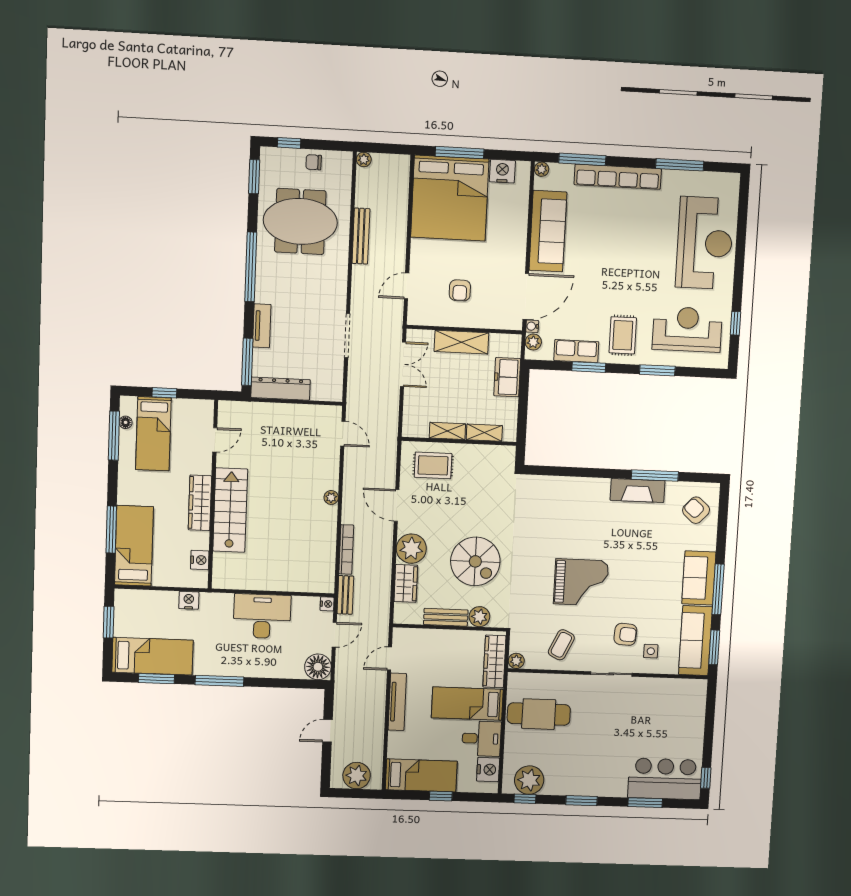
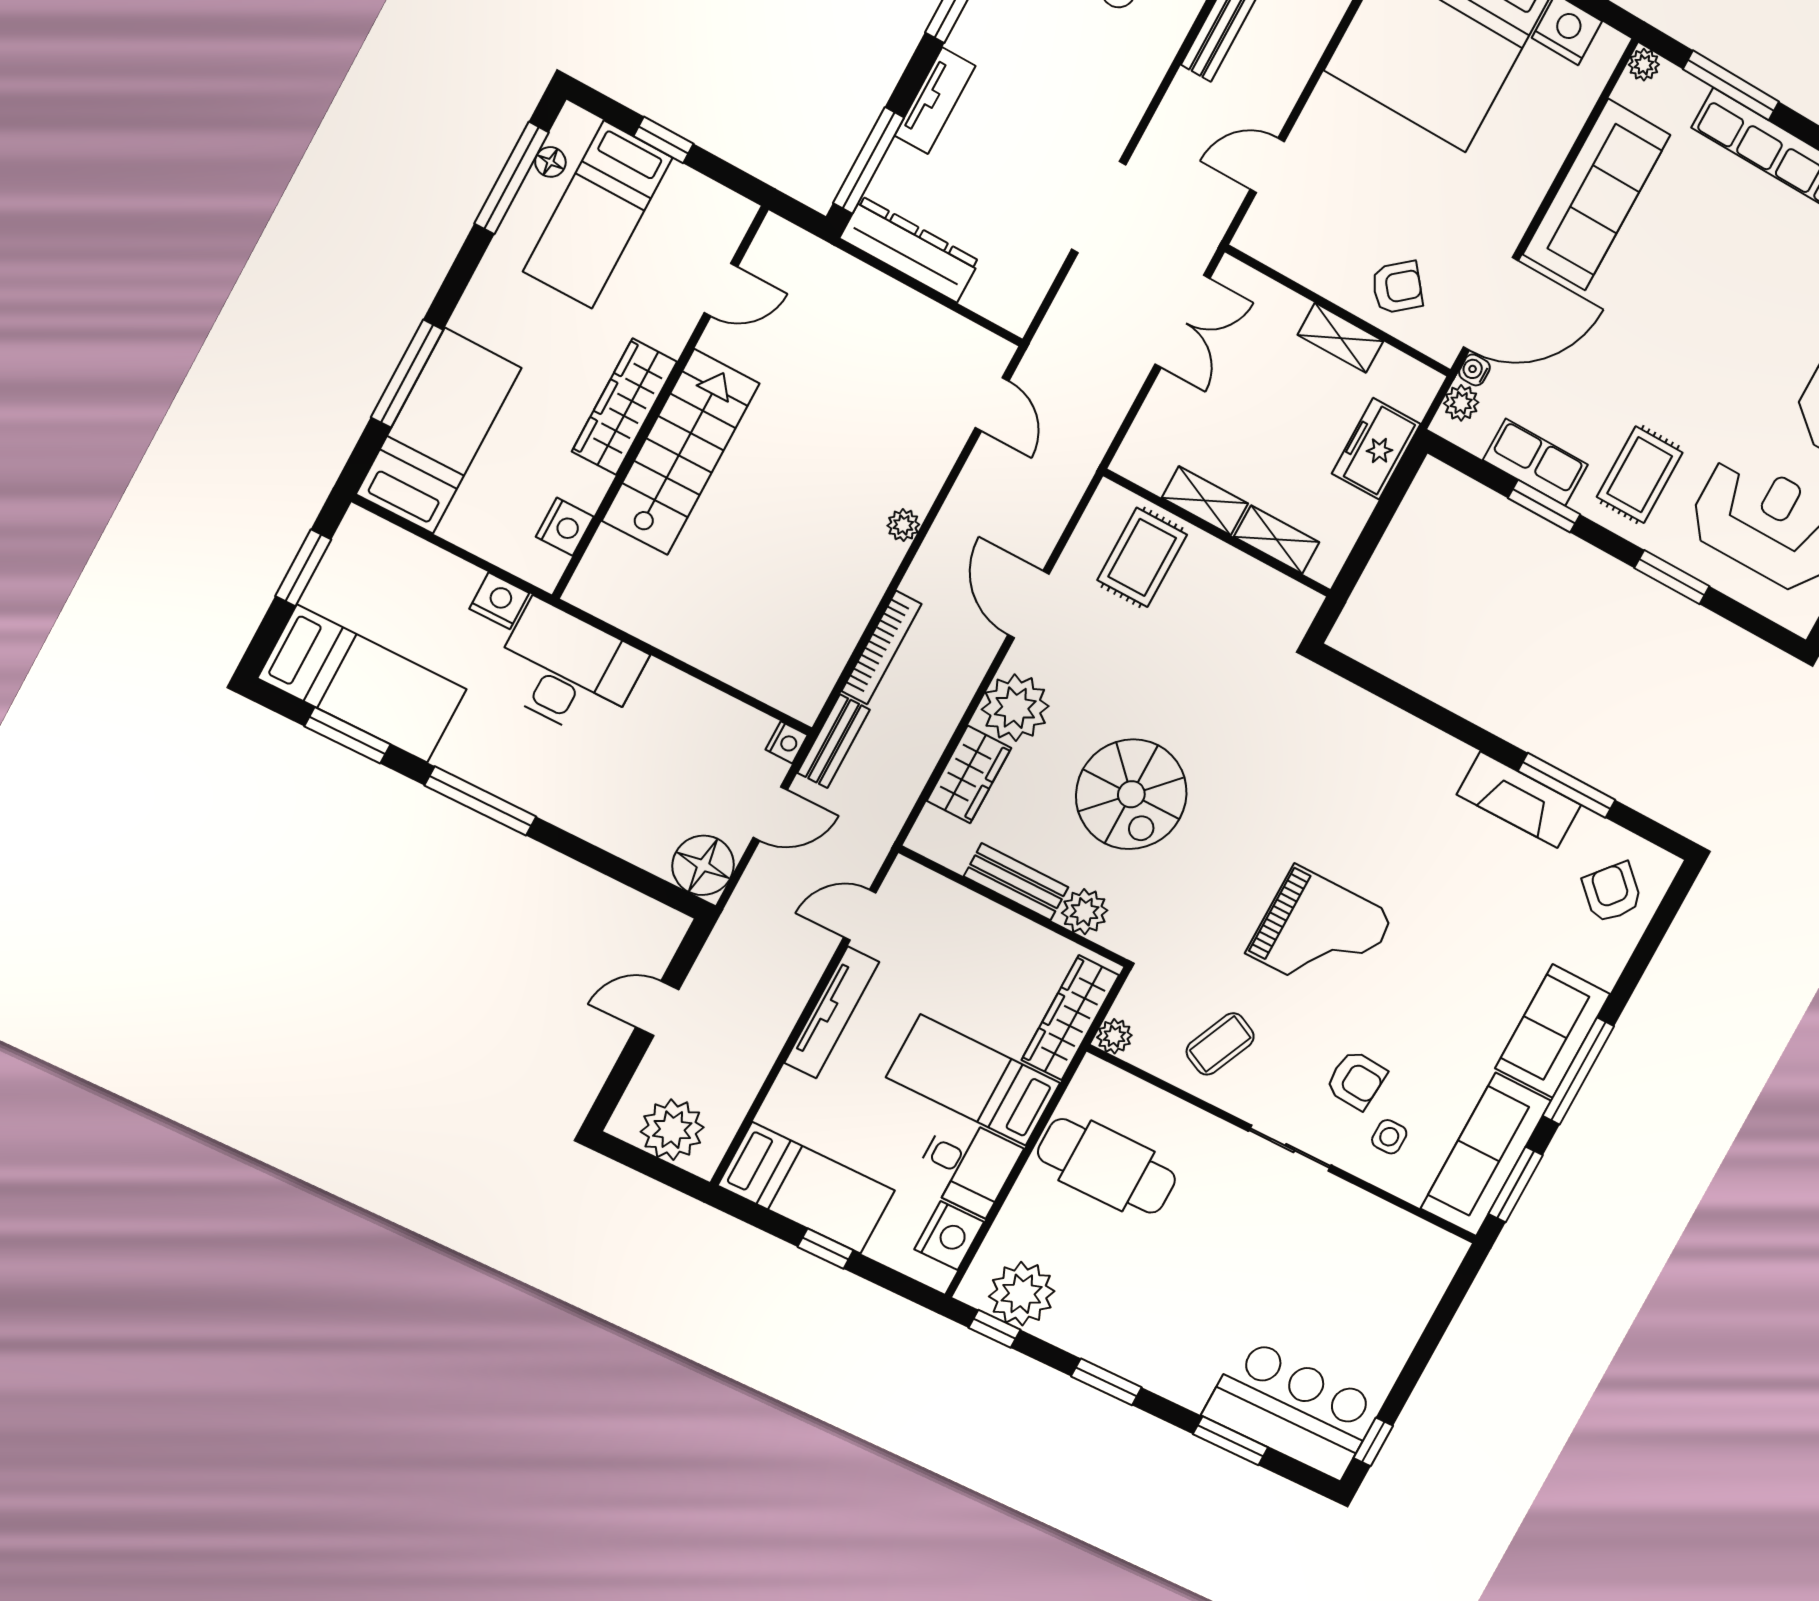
armchair: (460, 290) -> (1397, 287), moved, turned -129
shelving: (461, 342) -> (1341, 338), width x0.67, depth x0.75
rug: (433, 465) -> (1142, 557), turned 90
desk: (262, 616) -> (567, 670), moved

